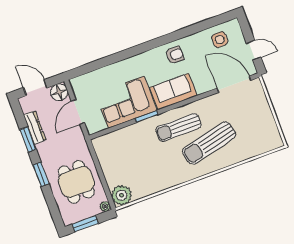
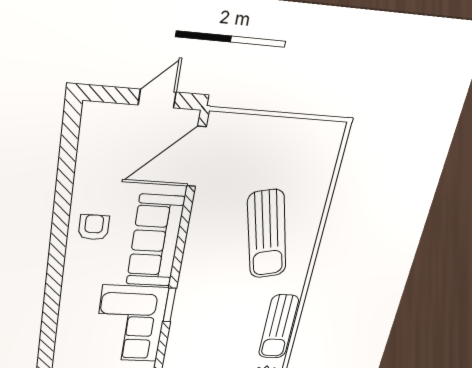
side table: (220, 40) -> (106, 146), removed
sofa: (173, 92) -> (155, 241), width x1.36
sun lounger: (179, 128) -> (278, 327), moved

